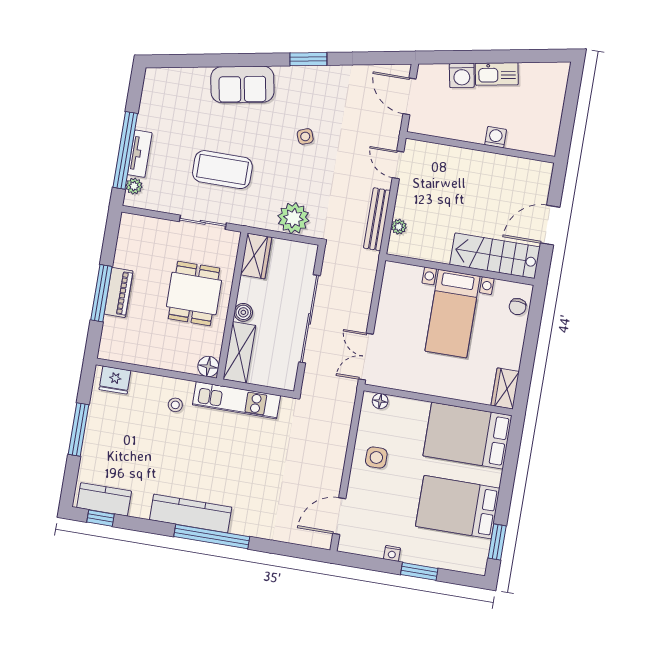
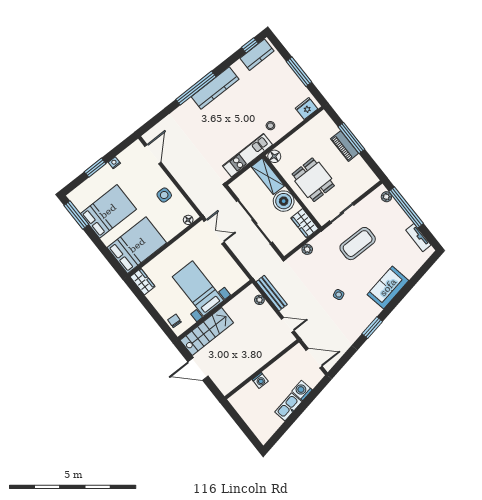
tv unit: (140, 154) -> (418, 238), moved
plant: (293, 218) -> (307, 249), width x0.53, depth x0.53
door: (550, 225) -> (198, 369), swing flipped
boiler: (243, 312) -> (284, 201), width x1.86, depth x1.86
window: (497, 542) -> (76, 215), width x1.44

